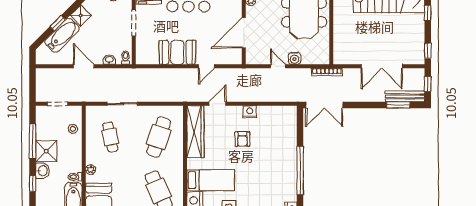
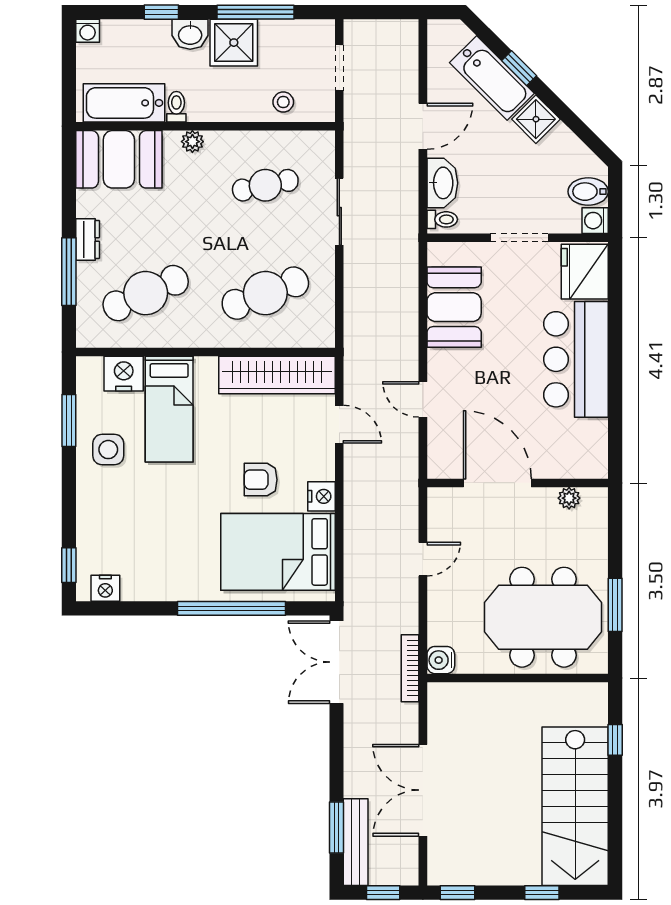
booth: (177, 52) -> (454, 307), moved
water cooler: (295, 58) -> (441, 660), moved
washbasin: (109, 60) -> (442, 183), width x1.91, depth x1.45
bed: (275, 131) -> (278, 552), added
cafe table: (159, 137) -> (265, 293), turned -39
window: (300, 171) -> (232, 608), moved

